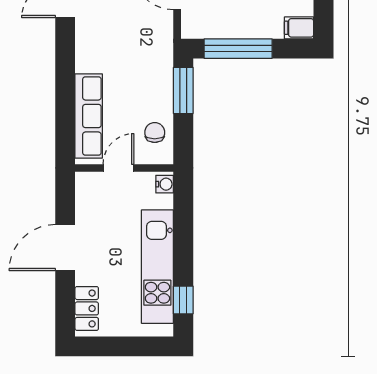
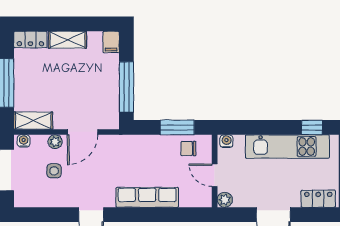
window: (183, 90) -> (177, 127), moved
row of seats: (89, 116) -> (147, 197), moved
plant: (85, 182) -> (225, 200), added

